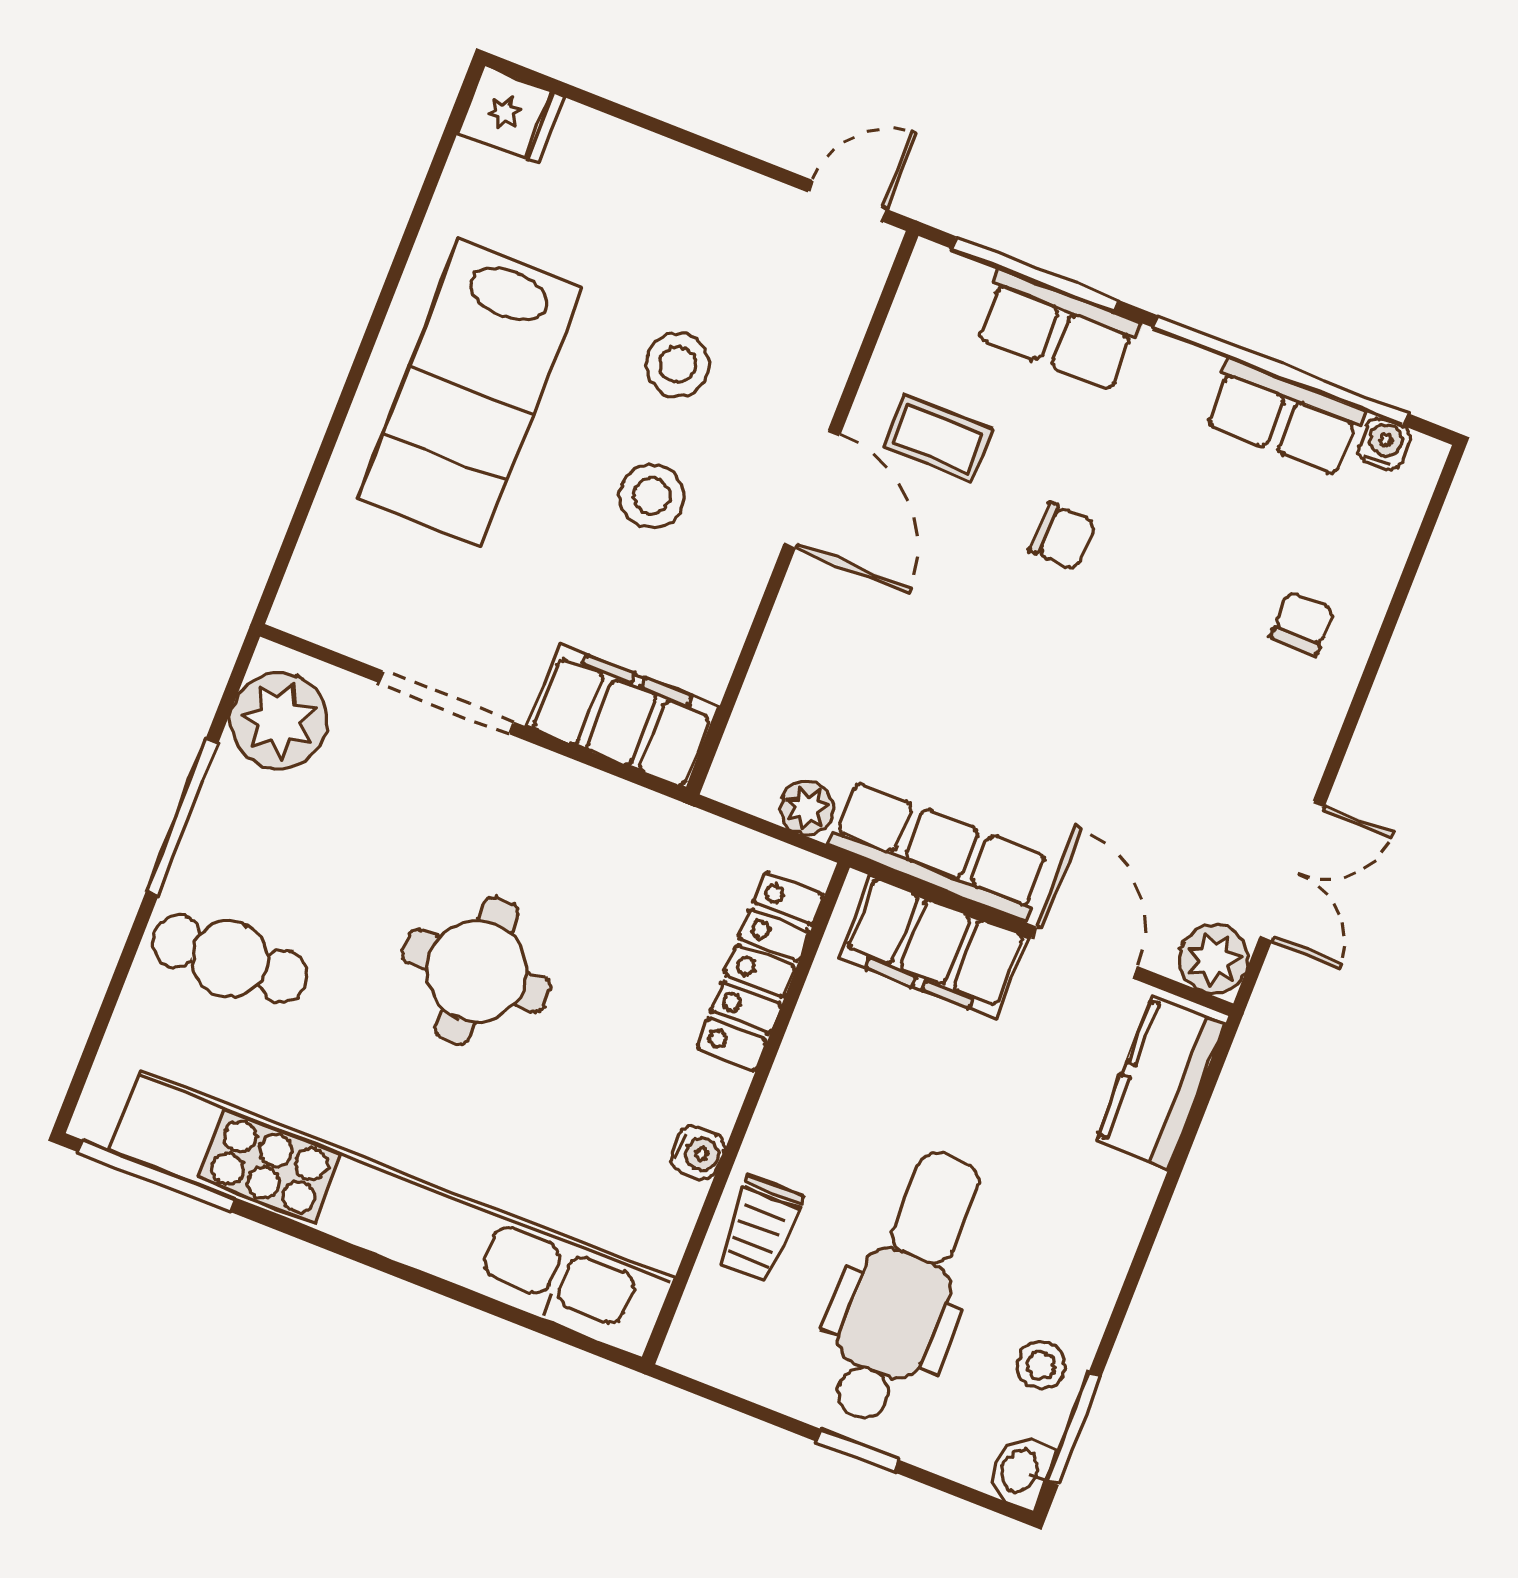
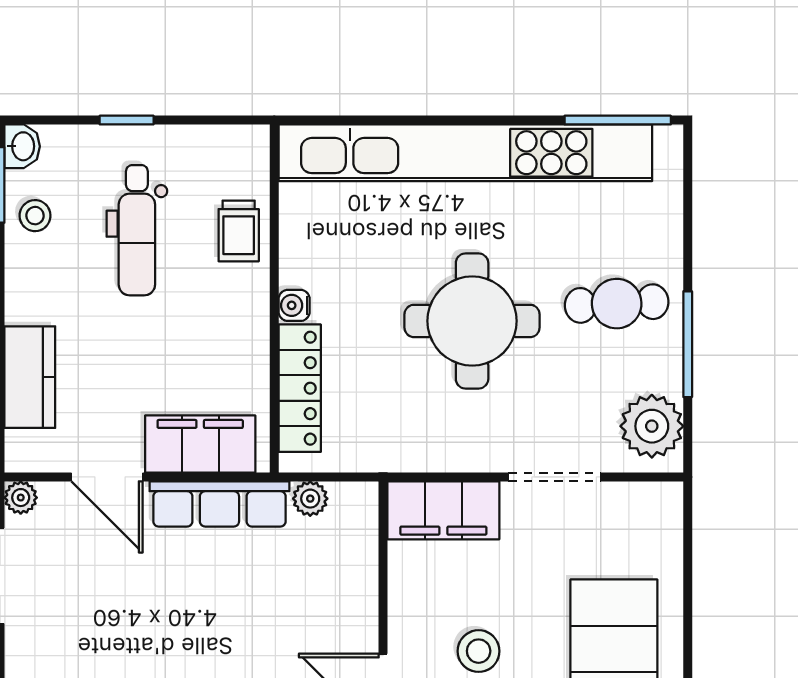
cafe table: (230, 959) -> (617, 304), moved
plant: (1214, 959) -> (21, 498), width x0.73, depth x0.73
round table: (477, 971) -> (472, 321), width x1.36, depth x1.36
kitchen counter: (1161, 1082) -> (30, 377), moved
water cooler: (698, 1153) -> (294, 305), moved
trolley: (759, 1230) -> (239, 231), turned 180
dental chair: (904, 1288) -> (137, 230), width x0.73, depth x0.72

